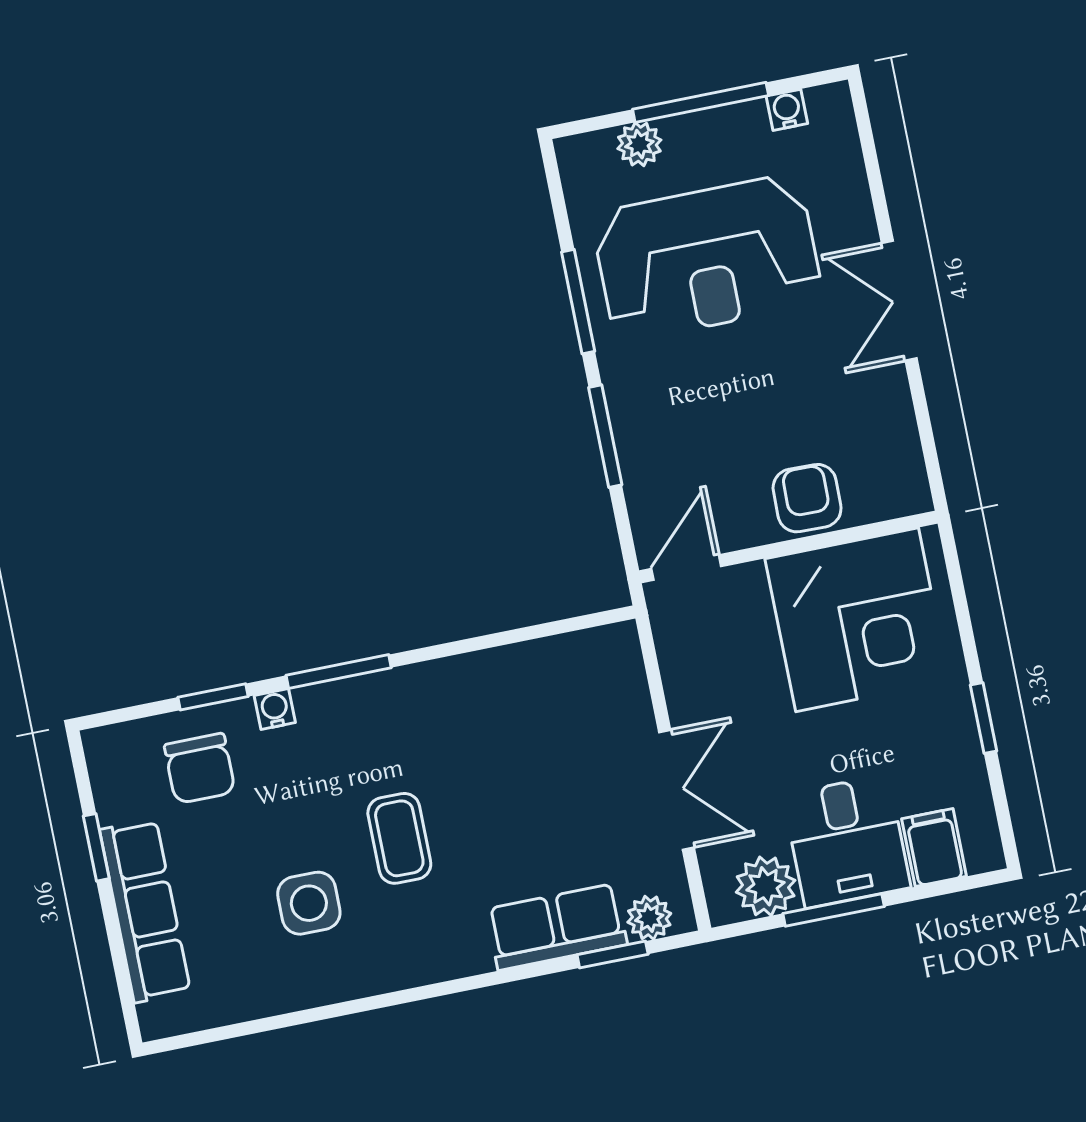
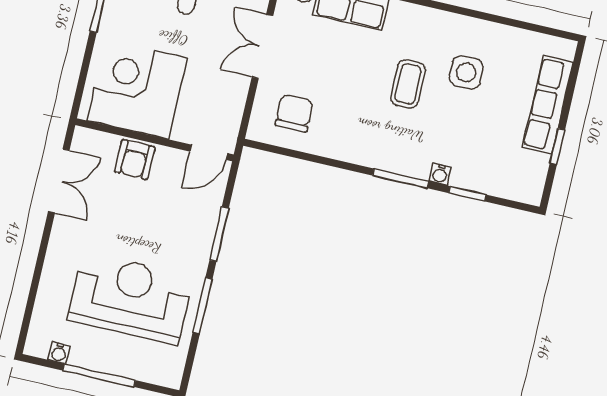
plant: (639, 144) -> (138, 369), removed
double door: (899, 301) -> (59, 181), moved
chair: (200, 768) -> (294, 113), moved

